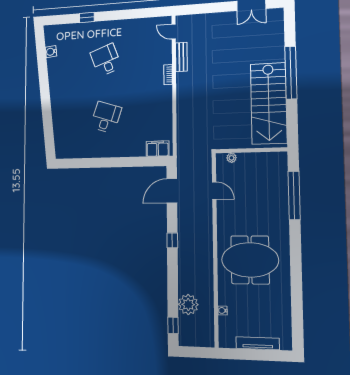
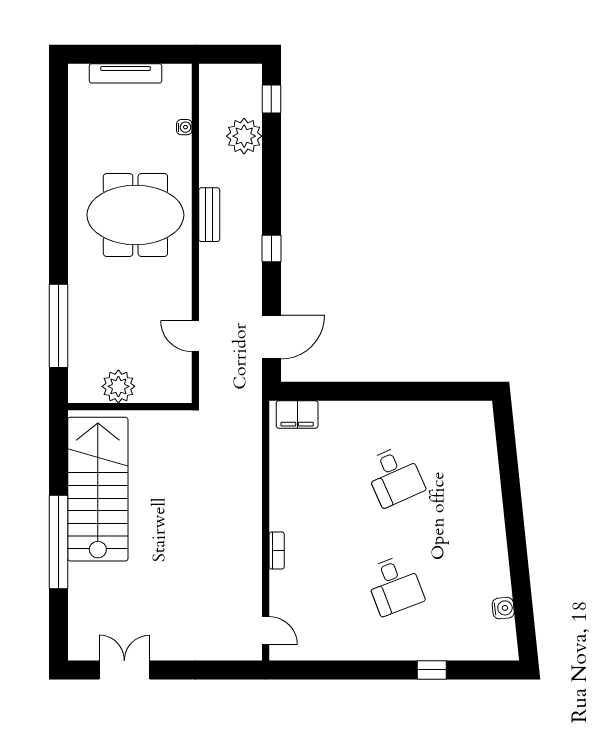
bench: (181, 57) -> (209, 215), moved
desk: (106, 117) -> (394, 476), turned -42
plant: (231, 158) -> (118, 386), moved, width x1.88, depth x1.88

